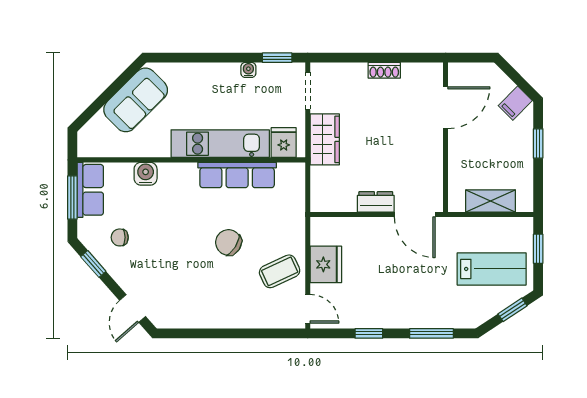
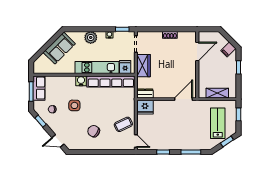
plant: (206, 76) -> (91, 37), added
water cooler: (146, 174) -> (81, 81), moved
row of seats: (237, 175) -> (111, 81), width x1.36
dresser: (376, 202) -> (145, 93), moved
door: (415, 215) -> (183, 99), swing flipped
side table: (170, 229) -> (74, 105), added
chair: (228, 242) -> (94, 131), moved
fridge: (326, 264) -> (145, 107), moved, turned 90
lab bench: (492, 269) -> (218, 123), turned -90
door: (133, 308) -> (58, 141), hinge flipped

